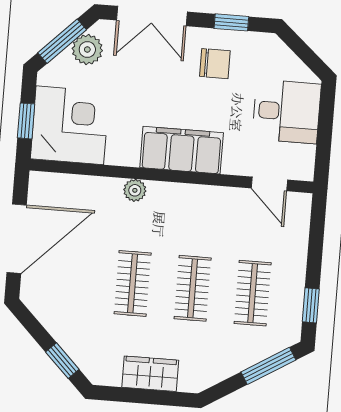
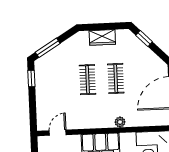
door: (269, 184) -> (58, 133), hinge flipped
clothes rail: (253, 293) -> (59, 81), removed

